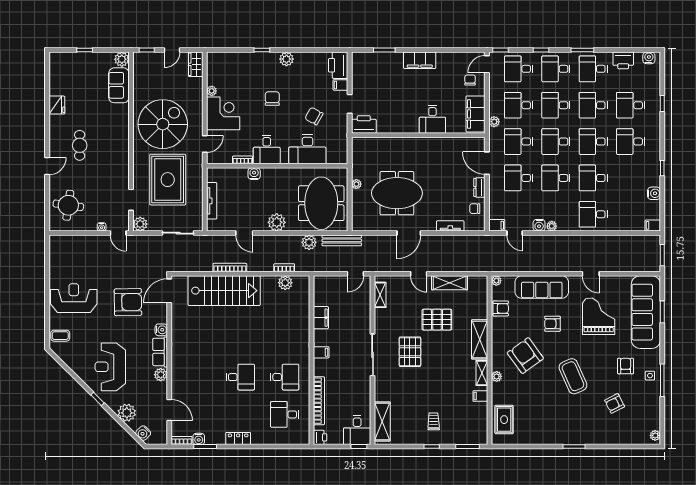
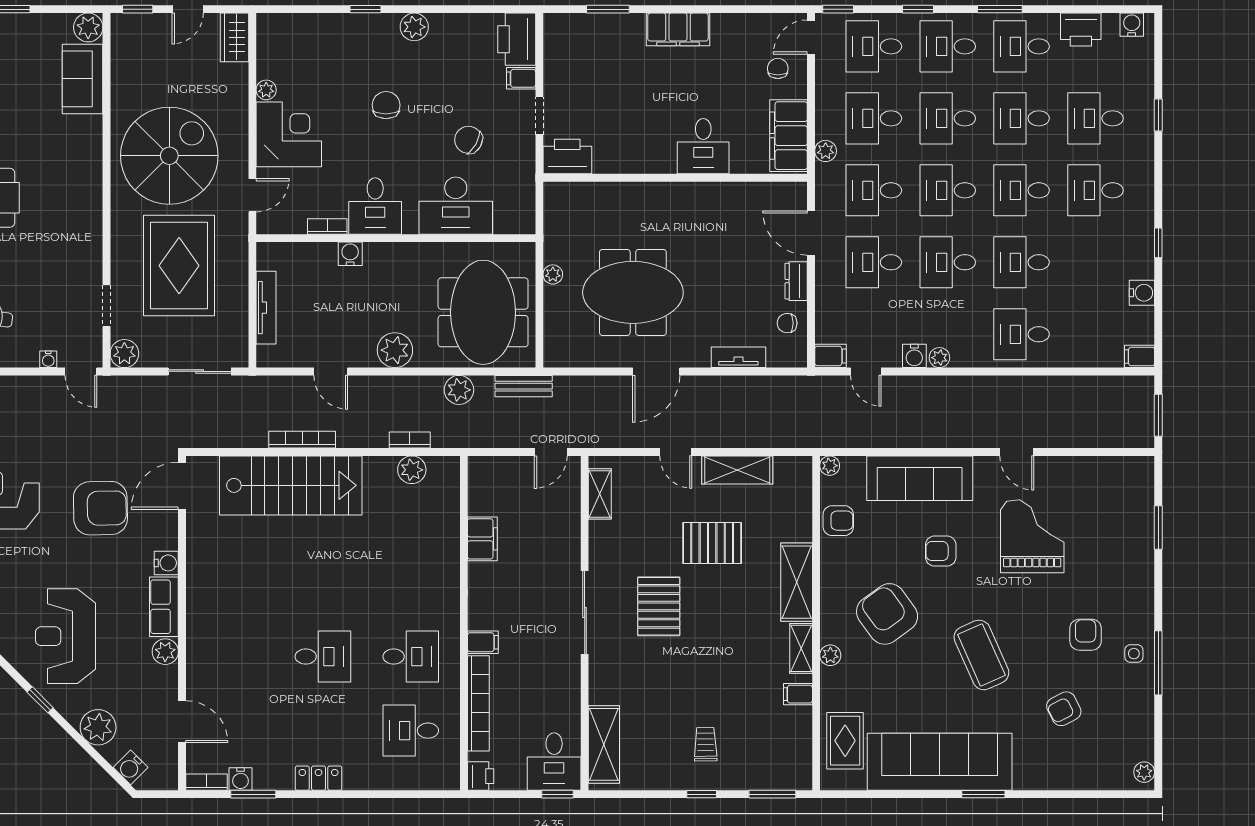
bench: (342, 240) -> (524, 386), width x0.73
sofa: (646, 312) -> (940, 762), moved, turned 90
filing cabinet: (321, 352) -> (483, 642), moved

